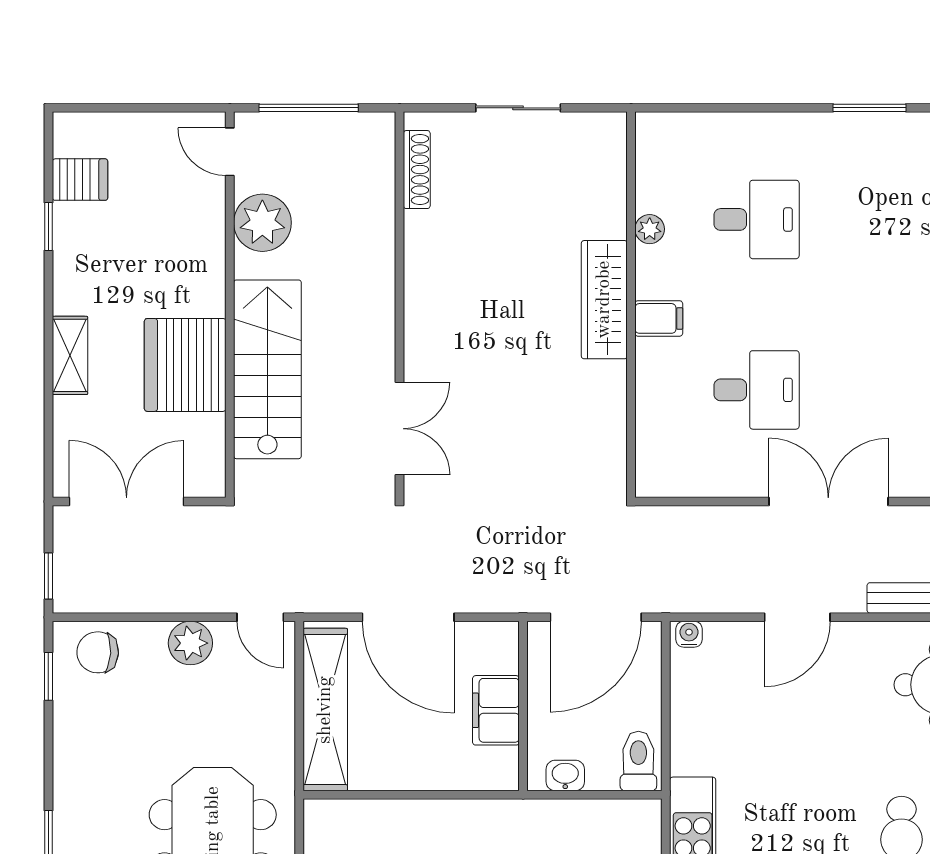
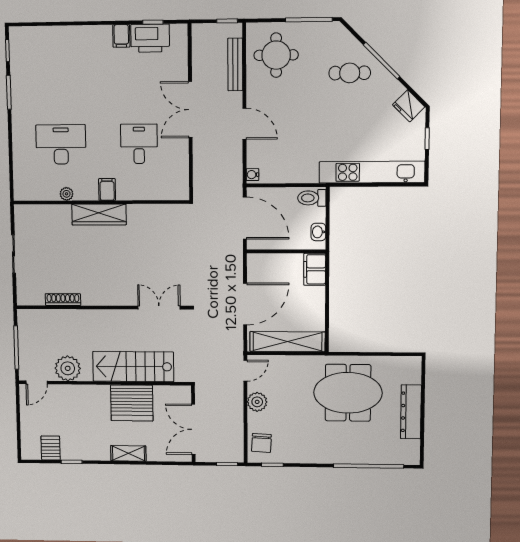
shoe rack: (417, 170) -> (63, 300), moved
desk: (757, 219) -> (61, 144), width x1.37
filing cabinet: (496, 710) -> (315, 269), moved, turned 90

